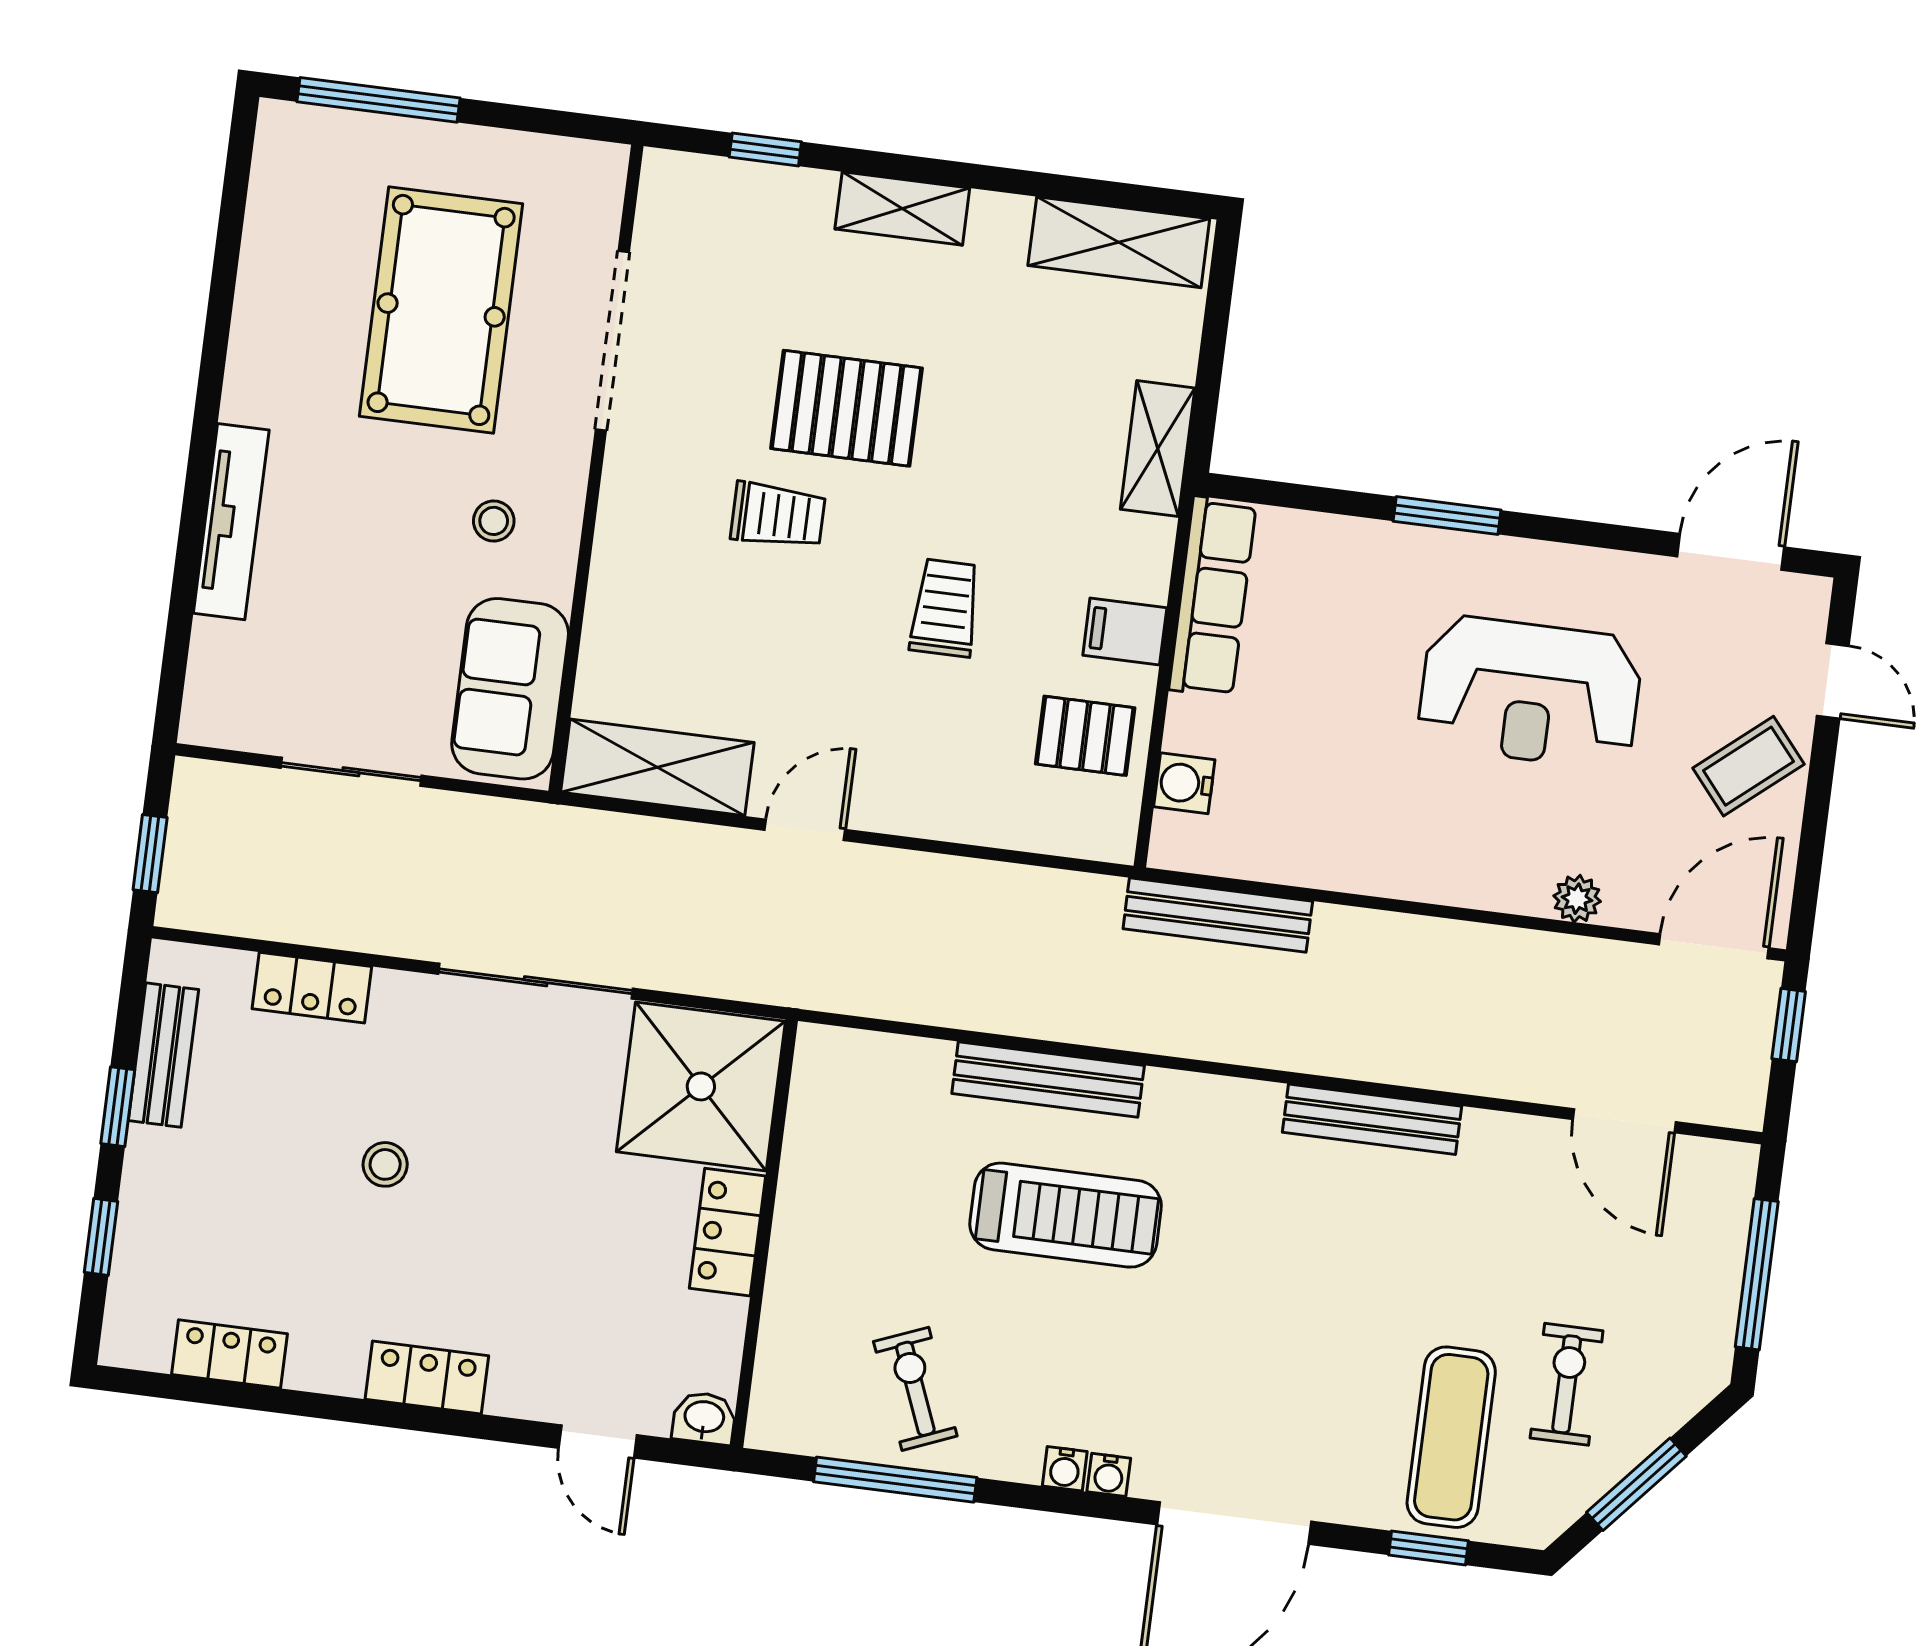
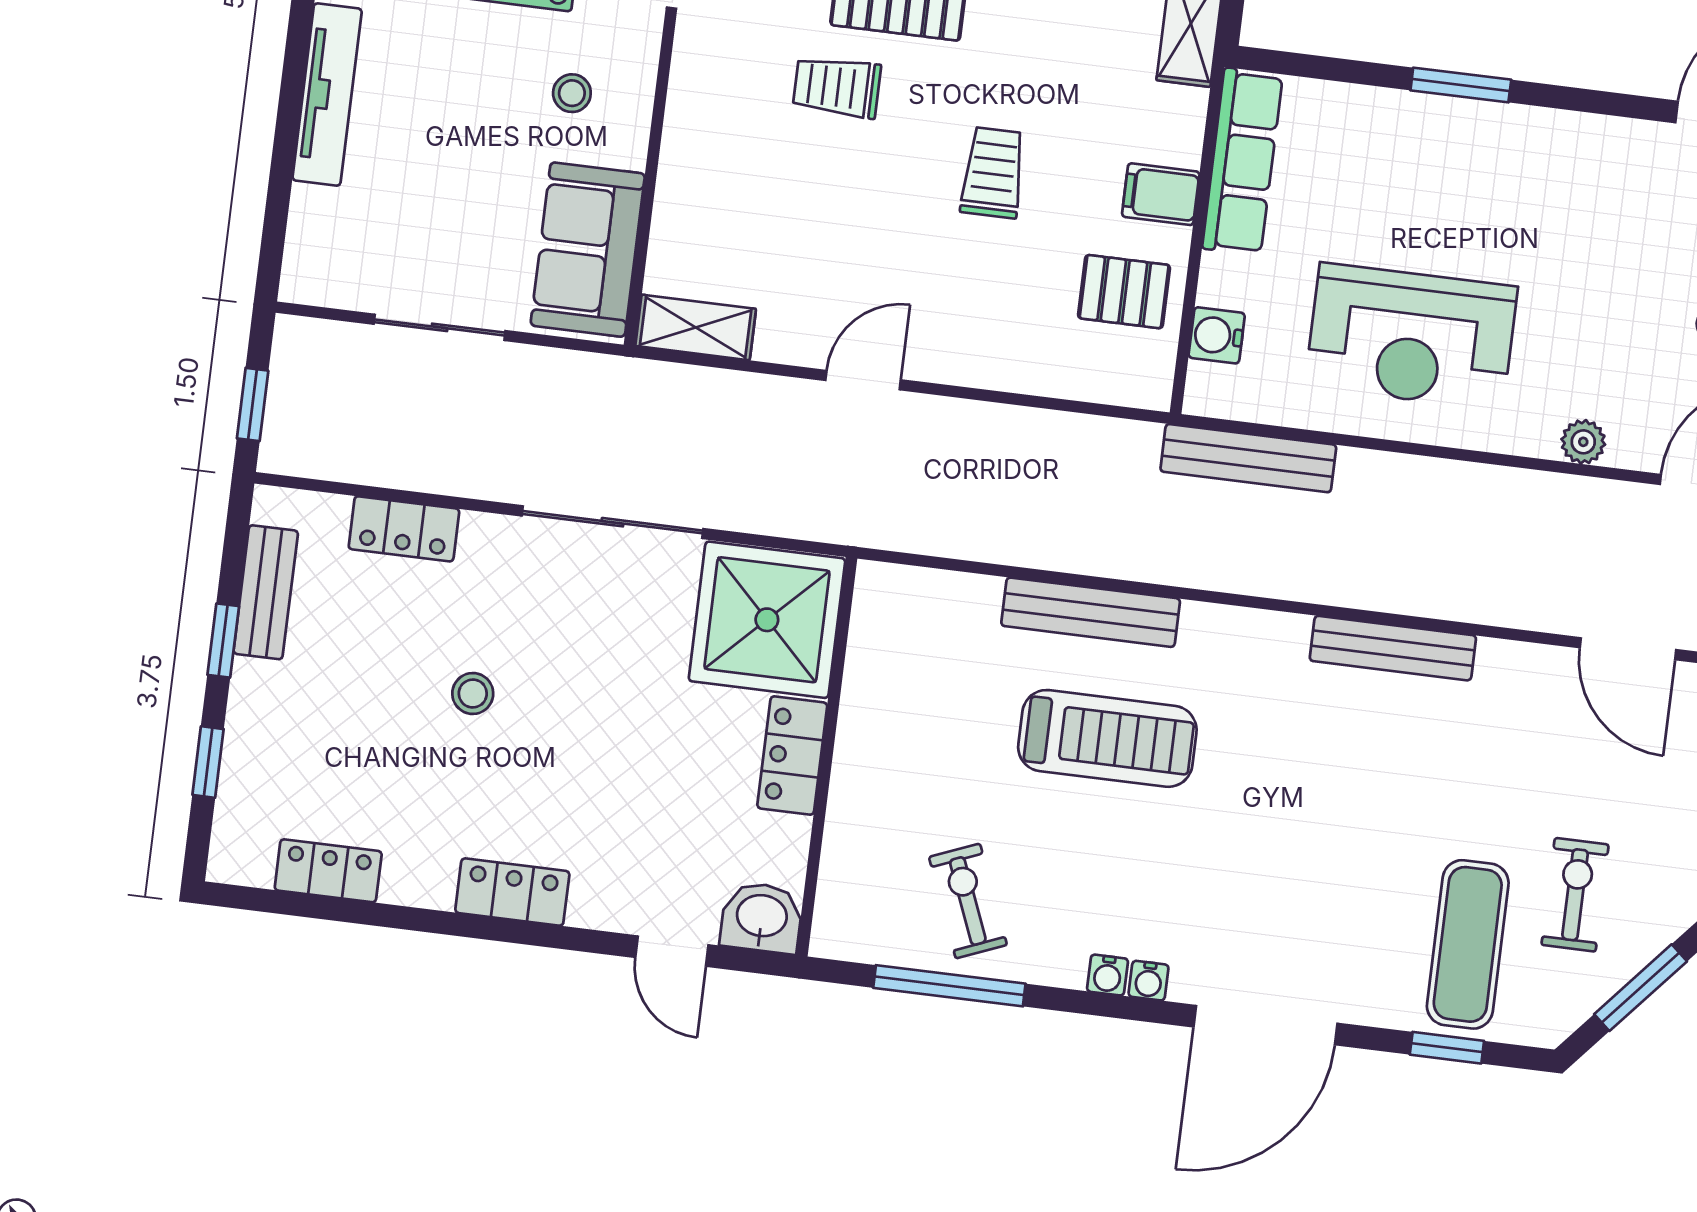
trolley: (778, 515) -> (837, 87), turned 180
reception desk: (1530, 692) -> (1411, 337), moved
shelving: (657, 767) -> (696, 327), width x0.67, depth x0.75
washbasin: (704, 1418) -> (762, 918), width x1.38, depth x1.45

